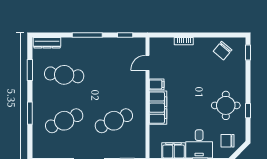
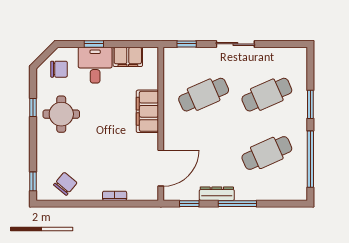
dresser: (47, 43) -> (217, 194), moved
door: (147, 63) -> (161, 168), width x1.87
window: (30, 70) -> (310, 159), width x2.11
cafe table: (64, 75) -> (267, 153), turned -30
filing cabinet: (157, 84) -> (149, 141), removed

